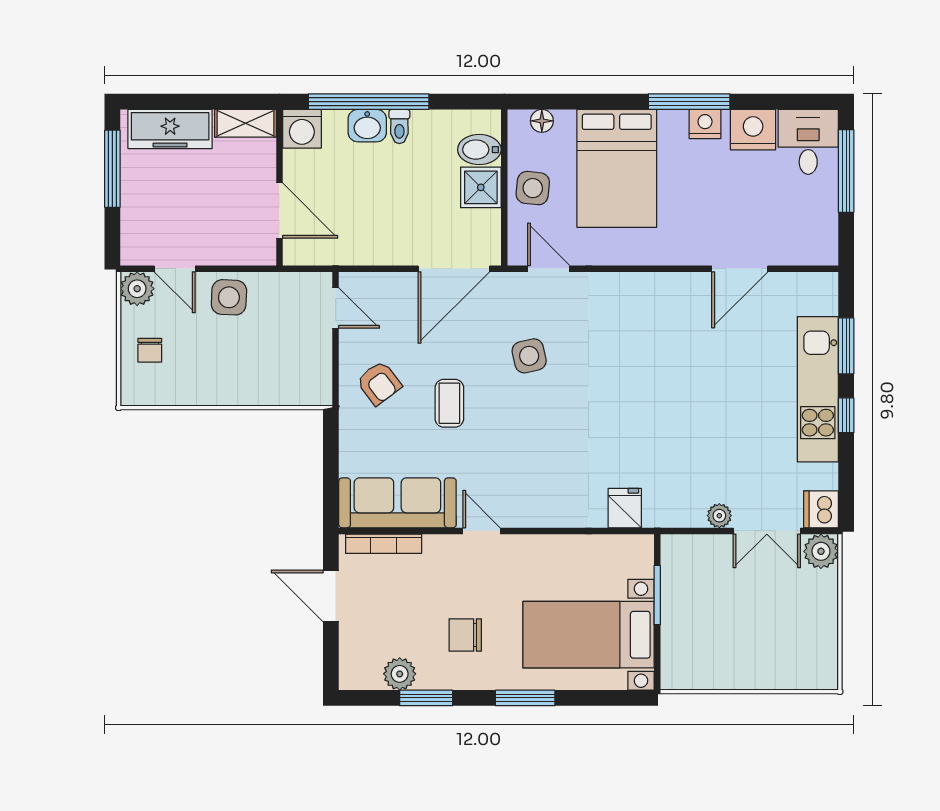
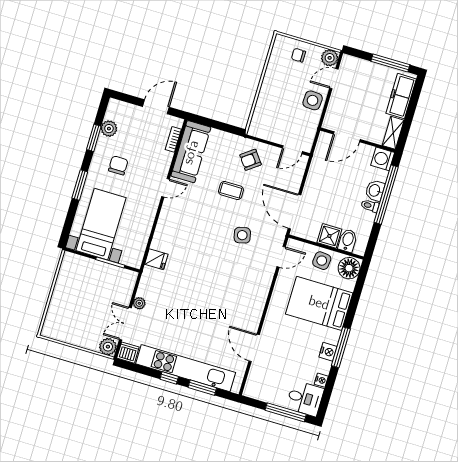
floor lamp: (542, 121) -> (349, 268), width x1.89, depth x1.89
nightstand: (753, 130) -> (321, 380), width x0.53, depth x0.56
kitchen unit: (818, 389) -> (186, 368), width x1.36
bookcase: (384, 544) -> (173, 139), width x0.64

